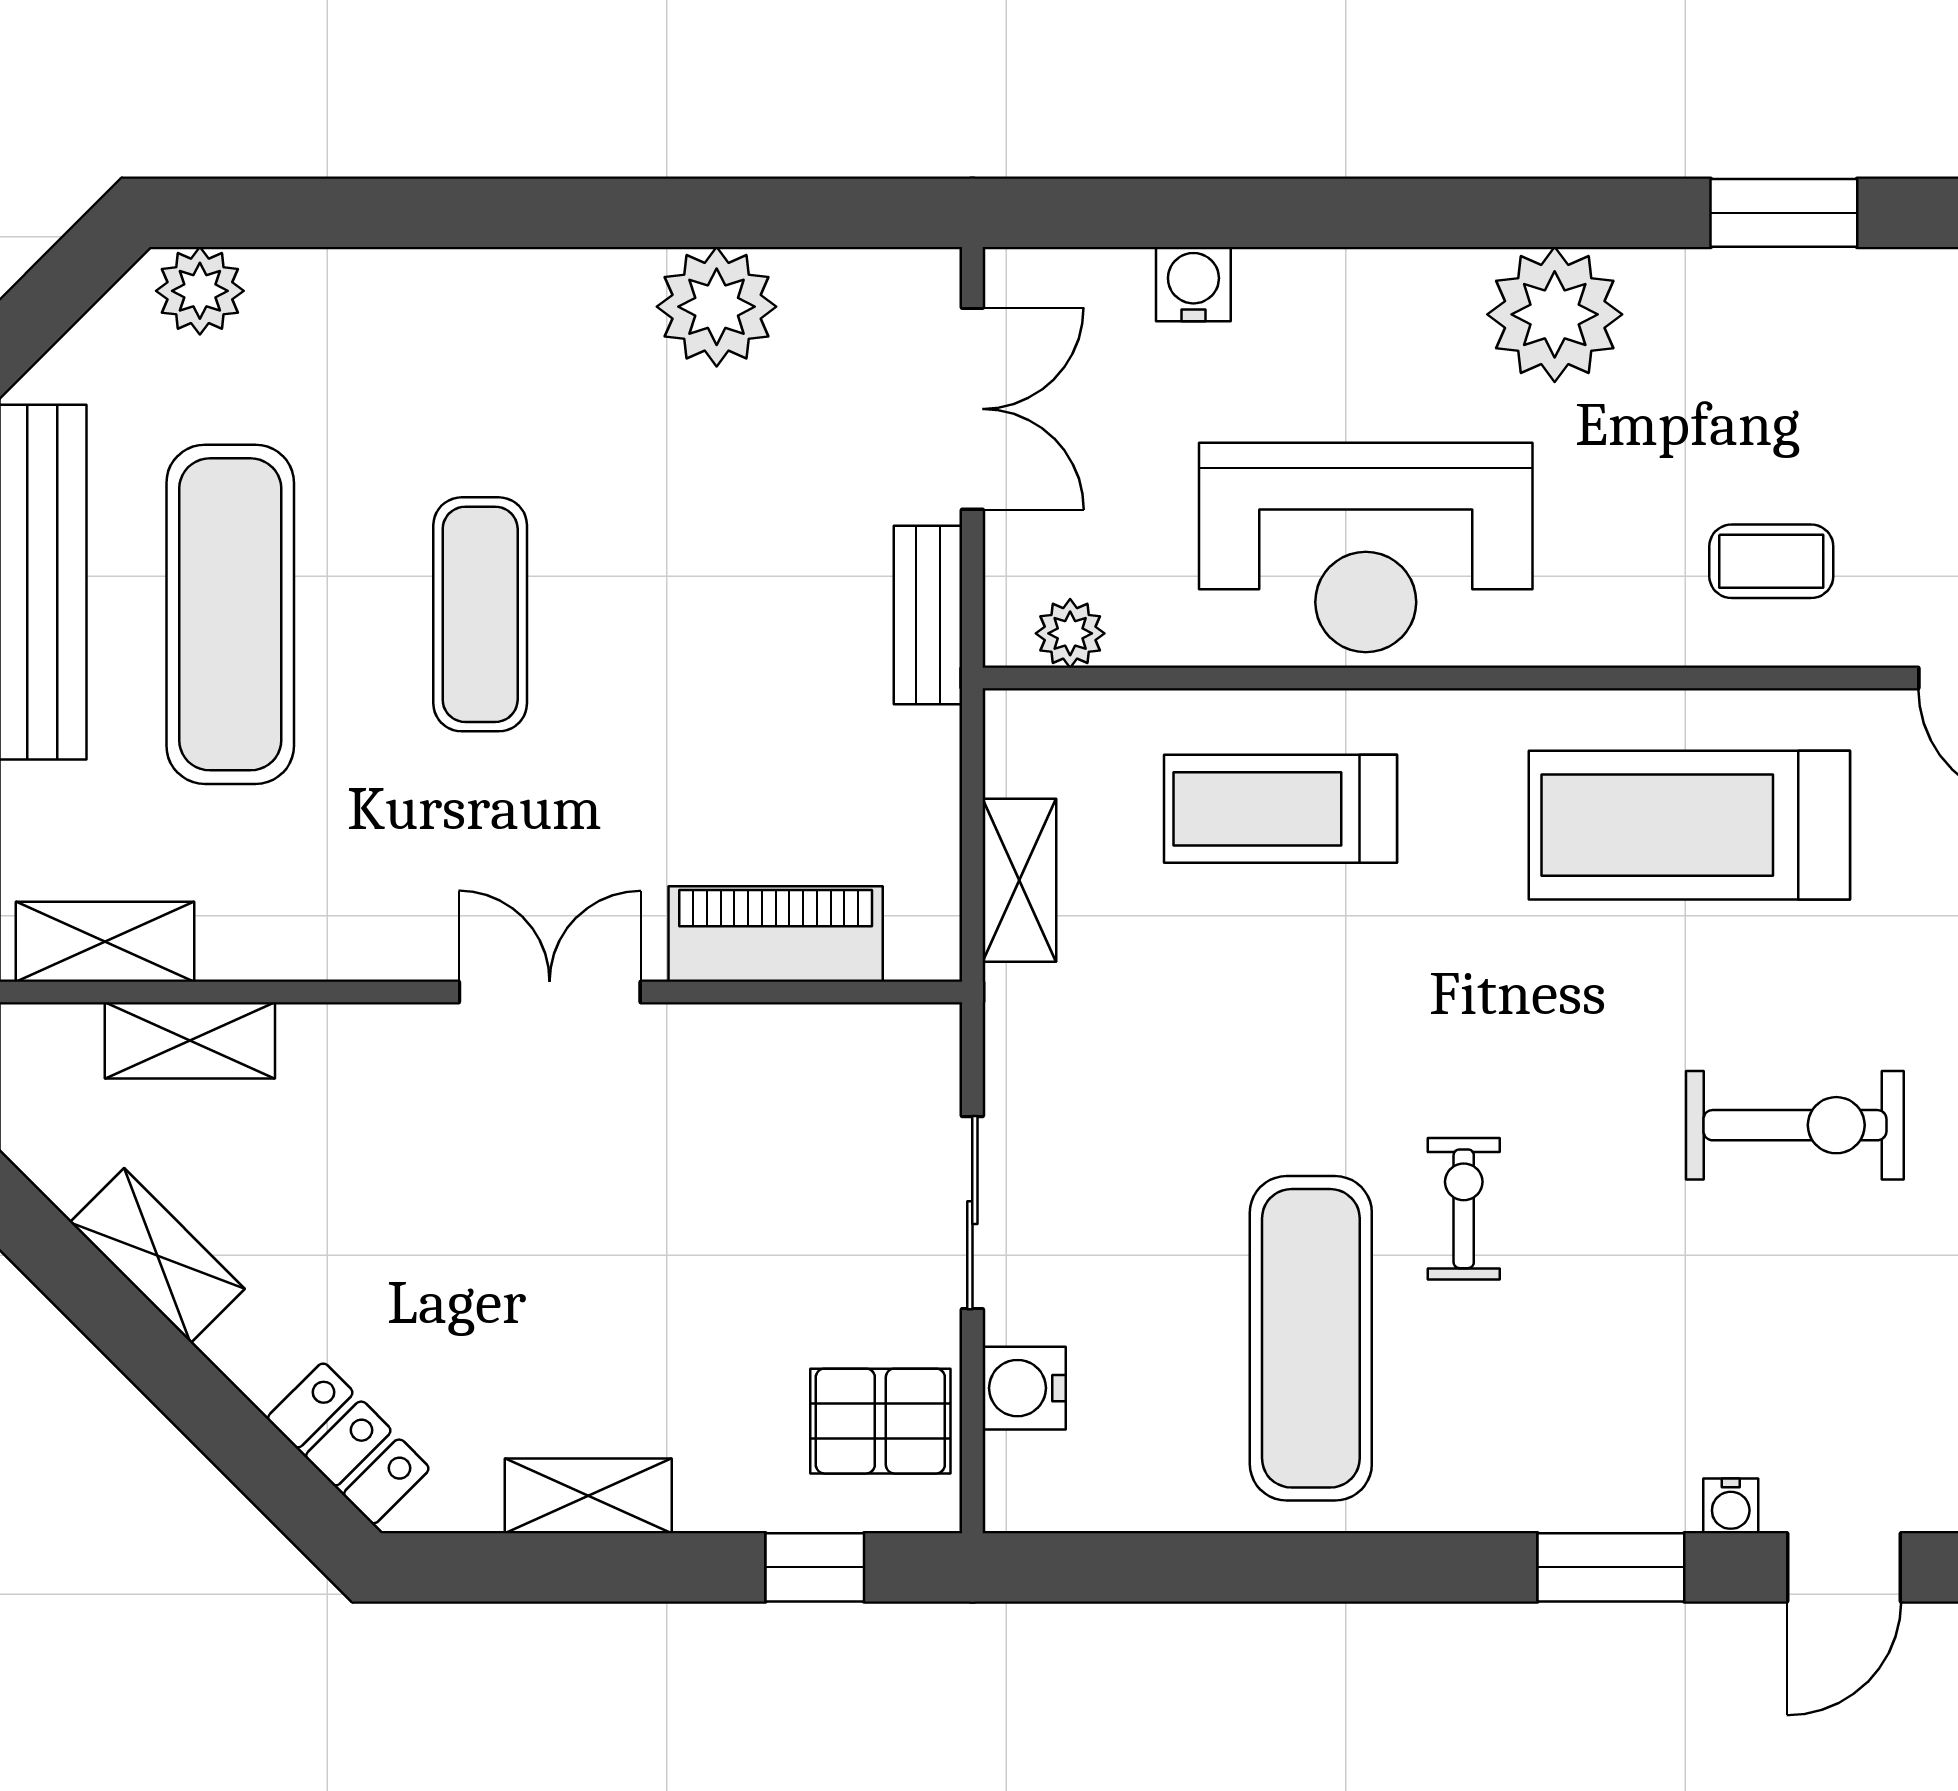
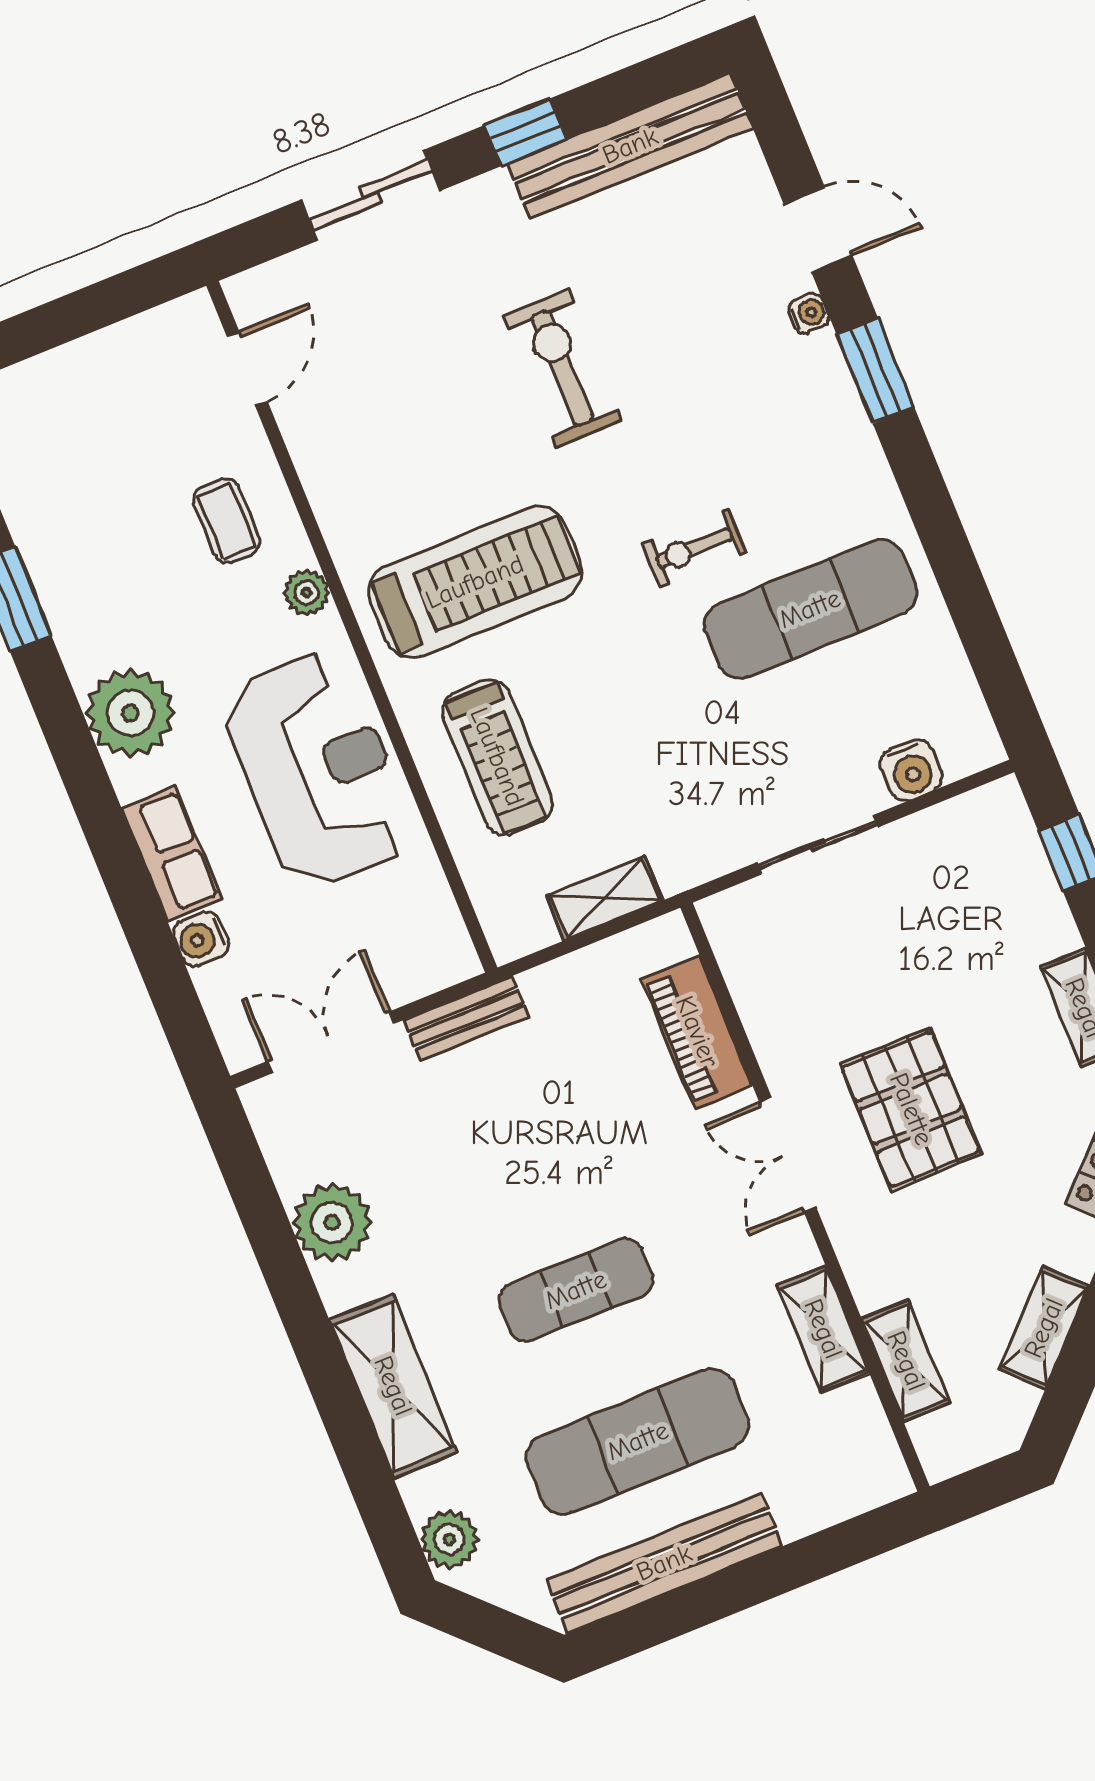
row of seats: (1331, 292) -> (172, 854), added
shelving: (449, 299) -> (393, 1386), added
plant: (1070, 633) -> (307, 593), moved
treadmill: (1689, 825) -> (475, 582), moved, turned -90
shelving: (105, 942) -> (823, 1329), moved
pallet: (880, 1421) -> (911, 1109), moved, width x1.50, depth x1.42

